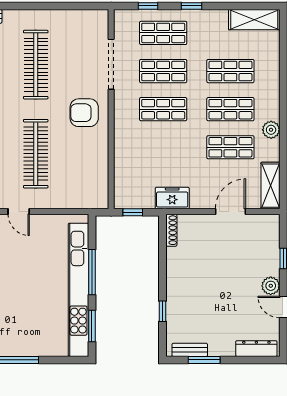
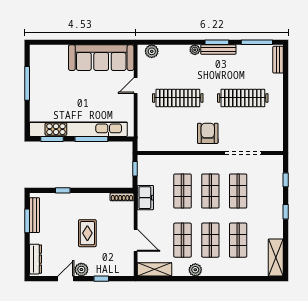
shop shelf: (163, 33) -> (183, 191), moved
rug: (221, 278) -> (87, 233), added
bench: (190, 350) -> (35, 215), width x1.36

